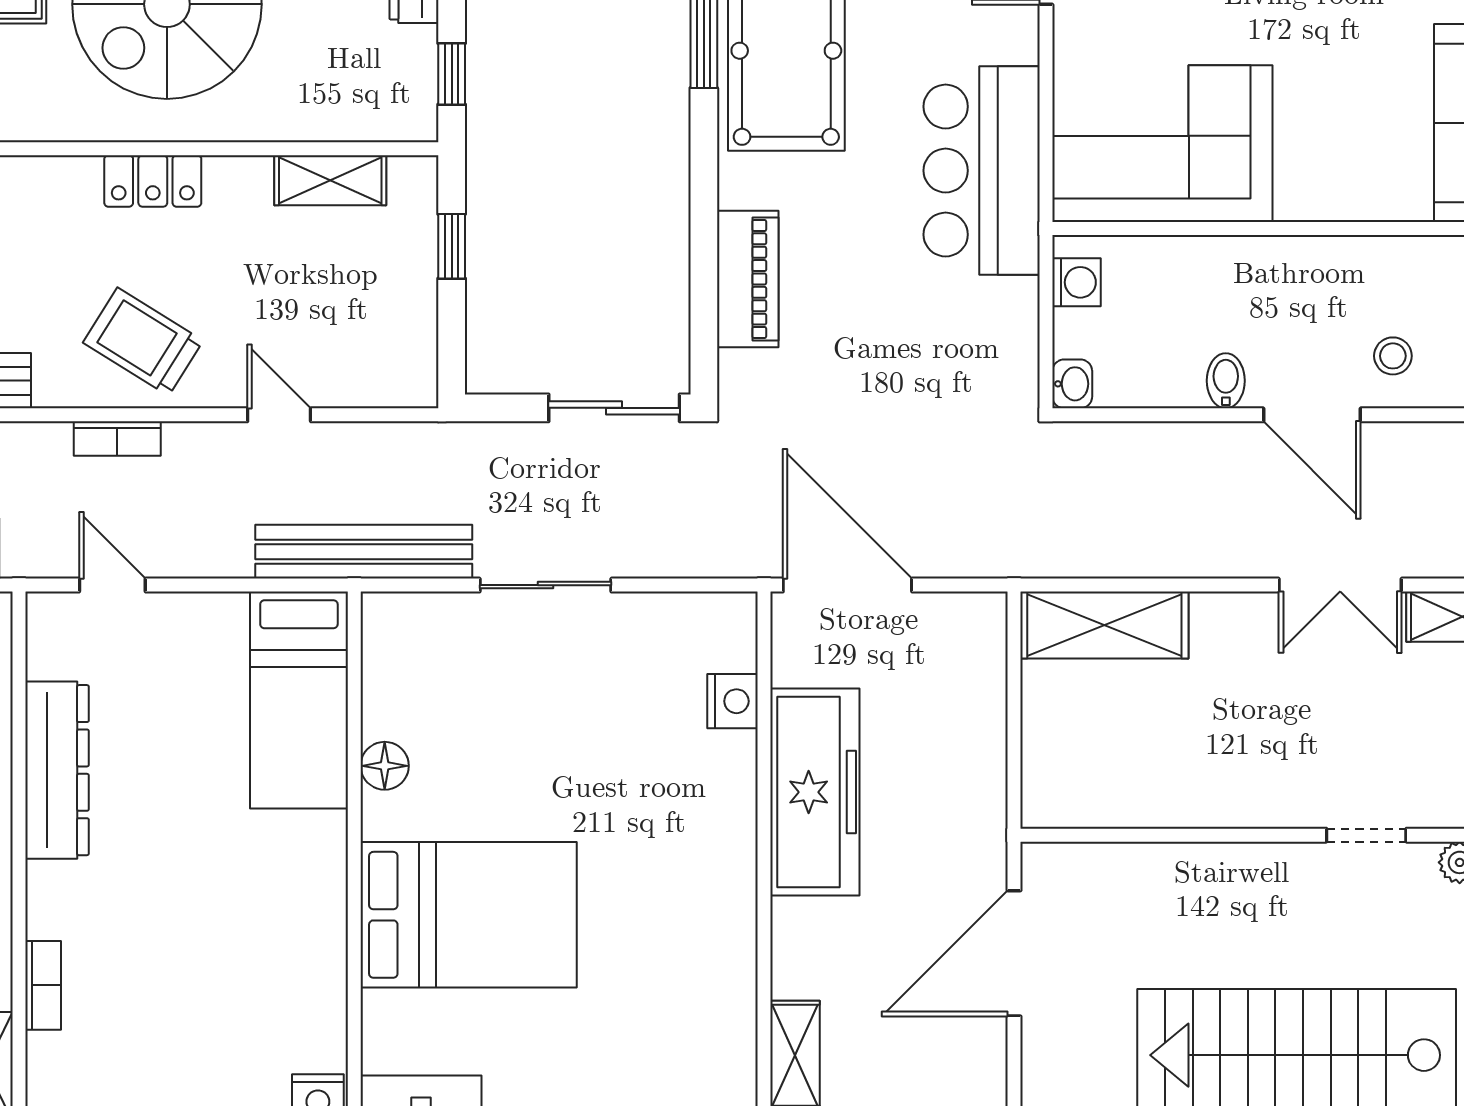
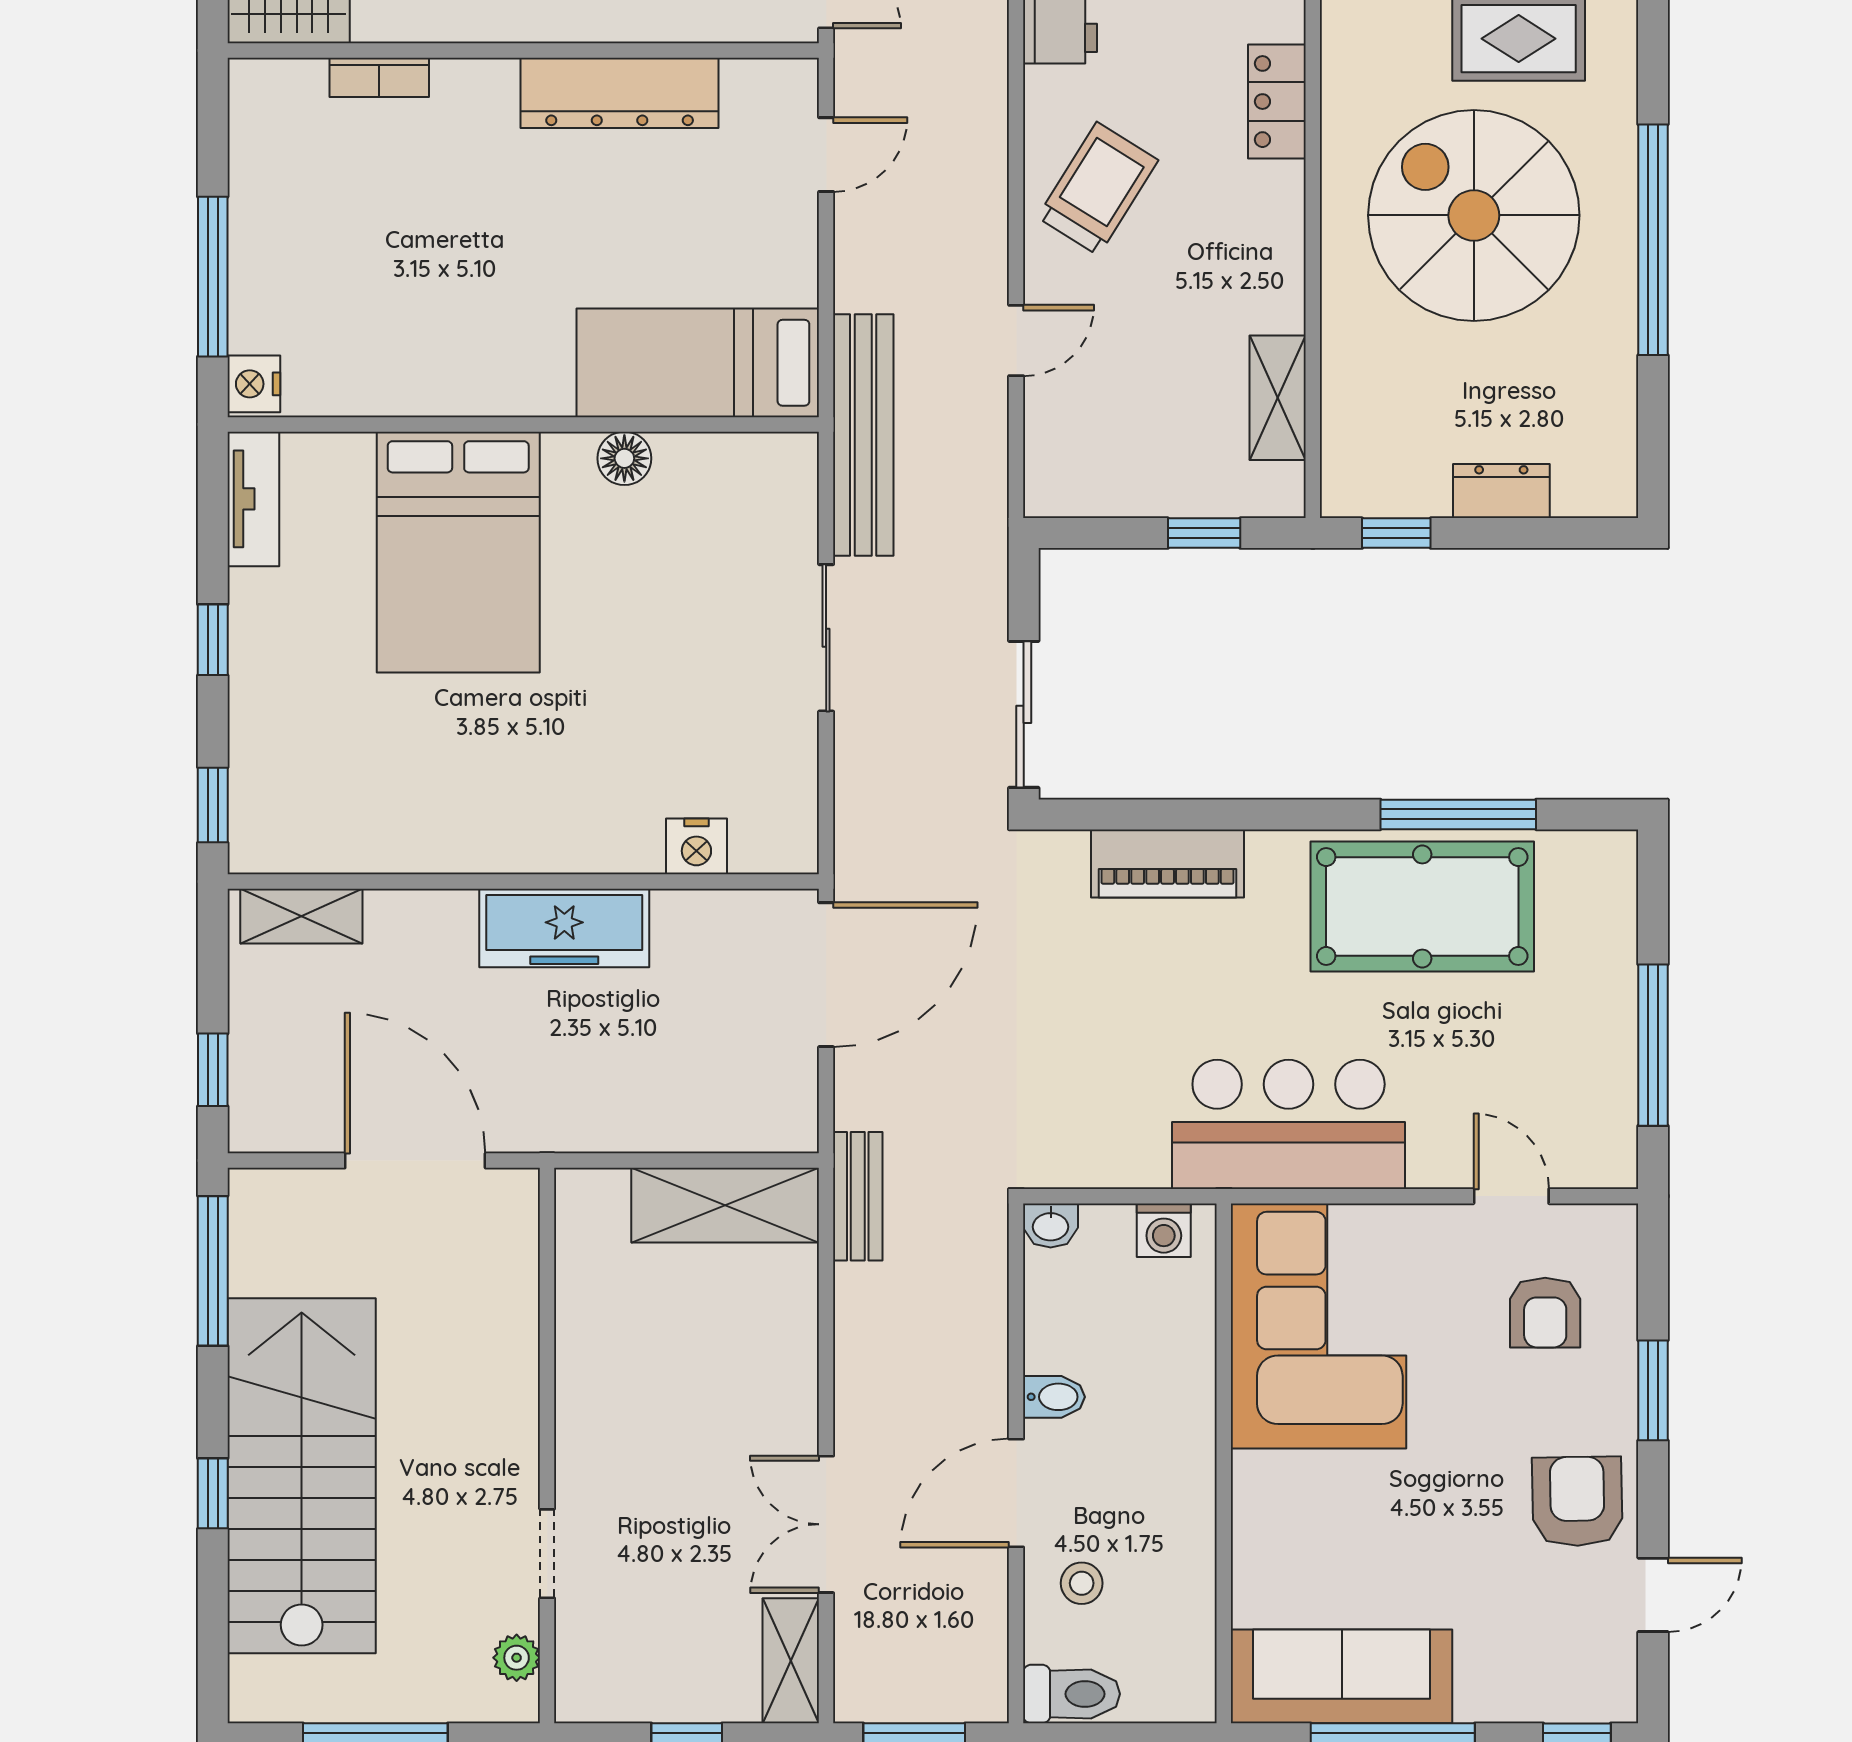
locker: (153, 181) -> (1277, 102), moved
bookcase: (117, 439) -> (990, 160), removed
bench: (1046, 557) -> (858, 1196), added
shelving: (1104, 625) -> (725, 1205), moved, turned 90
freezer: (815, 792) -> (564, 928), width x0.73, depth x0.79

